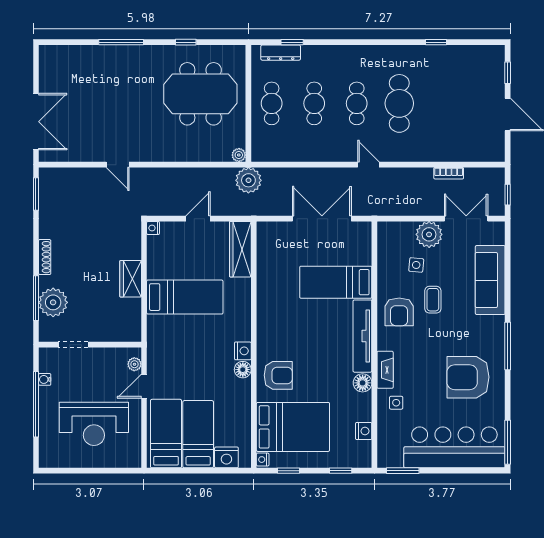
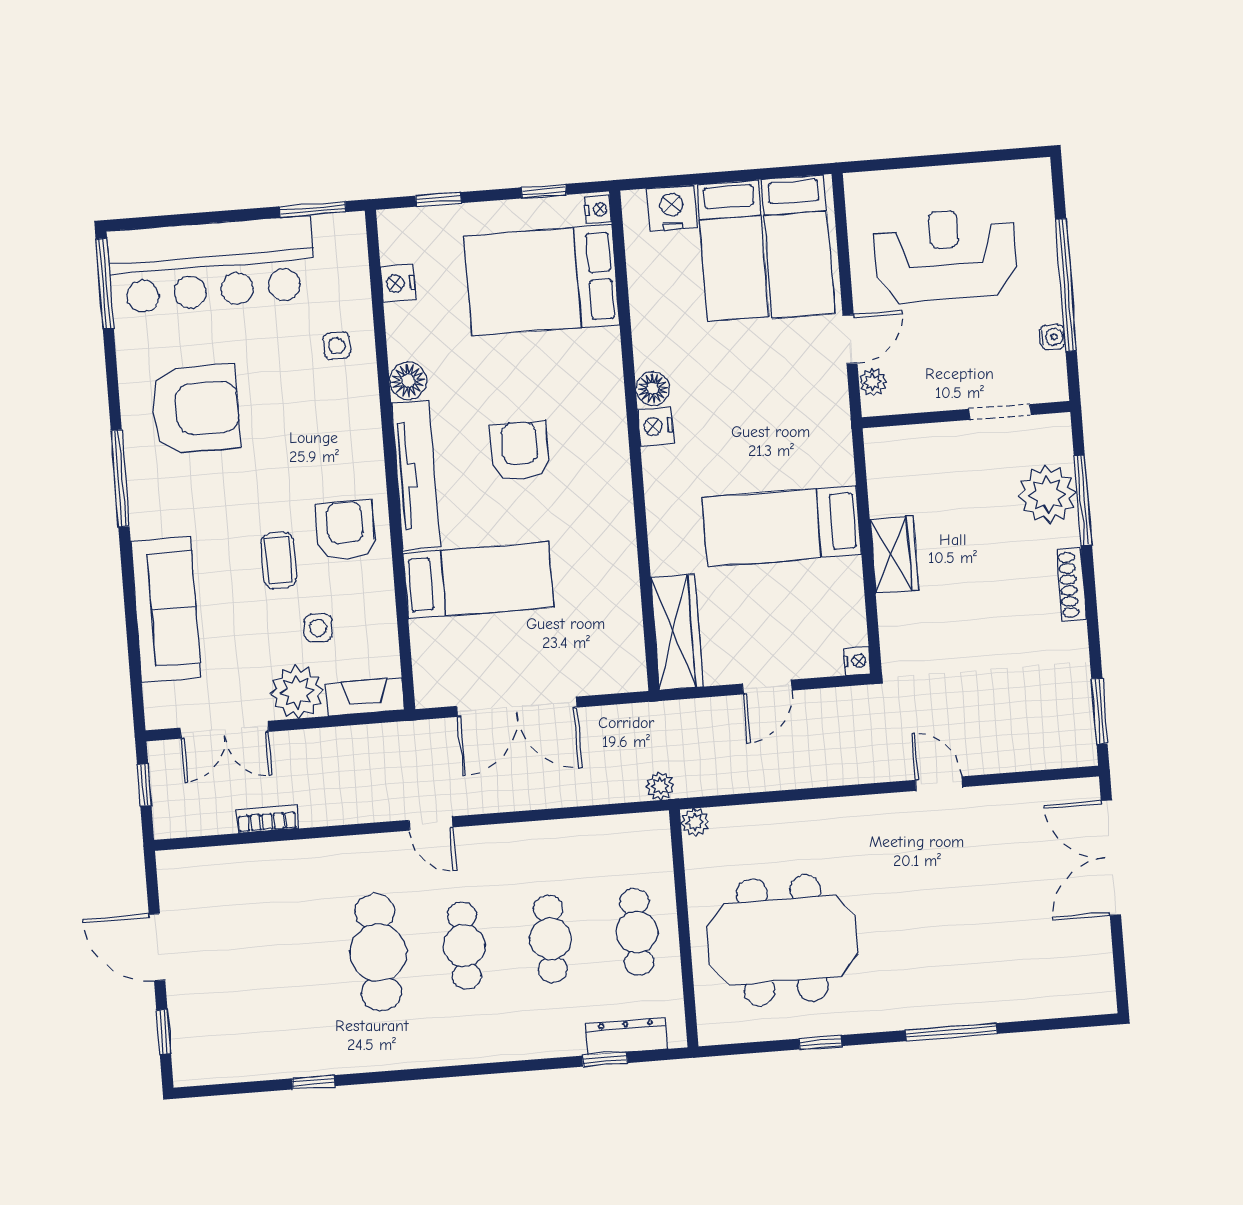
plant: (248, 180) -> (660, 786), width x0.53, depth x0.53
fireplace: (385, 370) -> (365, 697), moved, turned 90
armchair: (278, 375) -> (520, 451), moved, turned 89

